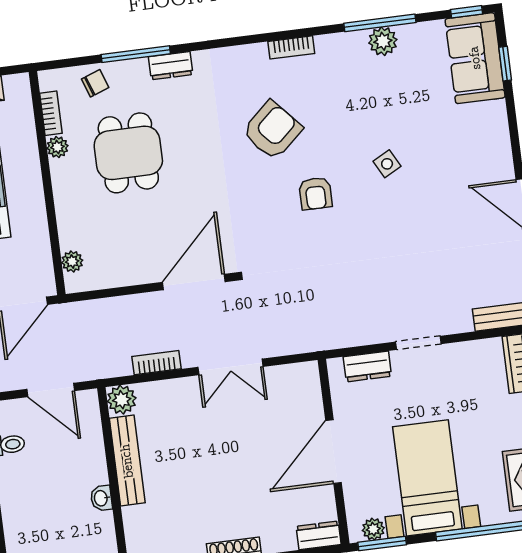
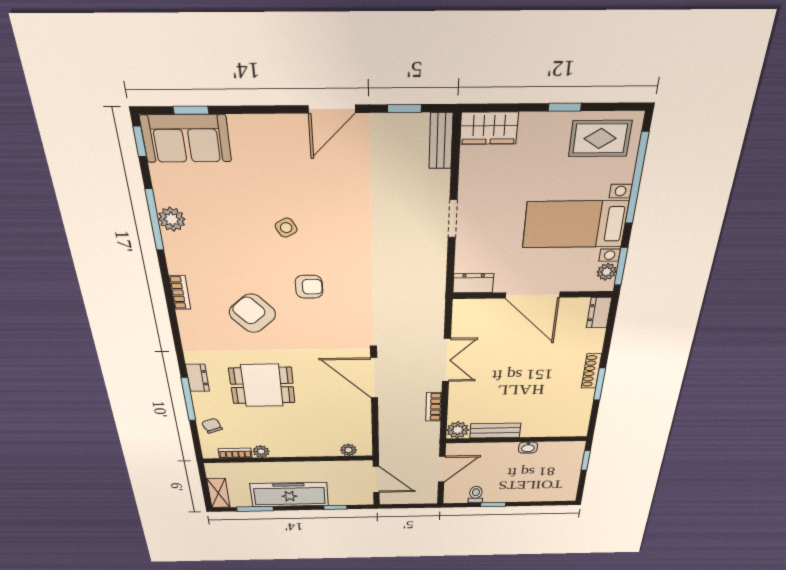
dining table: (128, 153) -> (262, 385), moved
dresser: (367, 366) -> (473, 283), moved, turned -90
bench: (127, 461) -> (495, 431), width x0.73

